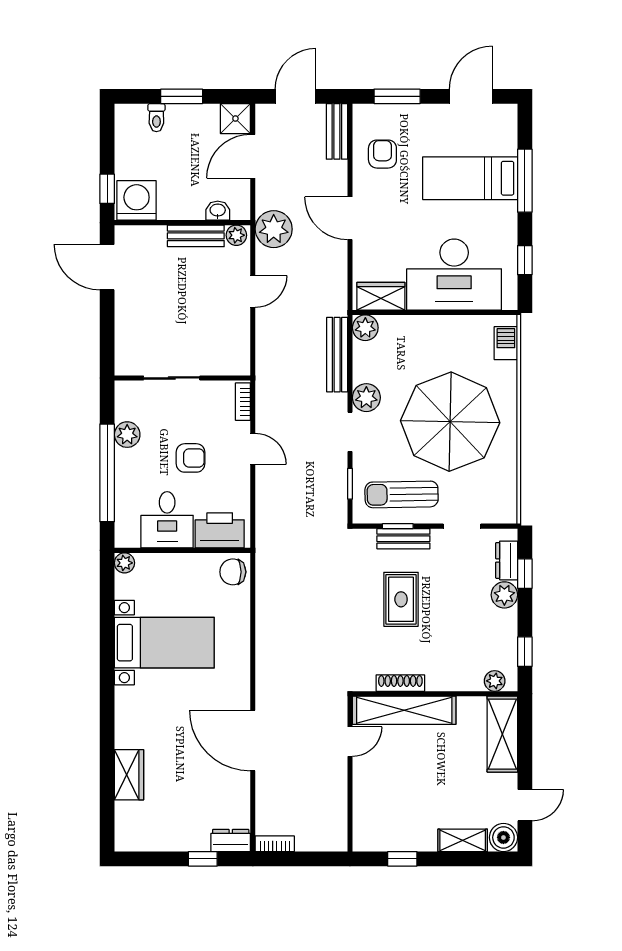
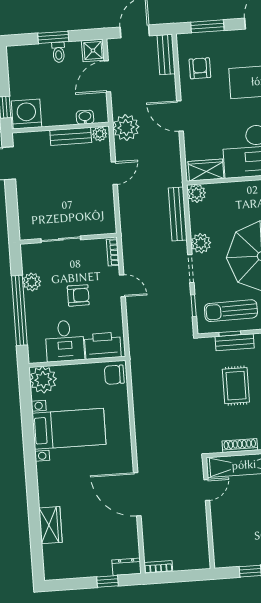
toilet: (156, 118) -> (59, 52), moved
plant: (124, 563) -> (43, 380), width x1.88, depth x1.88

